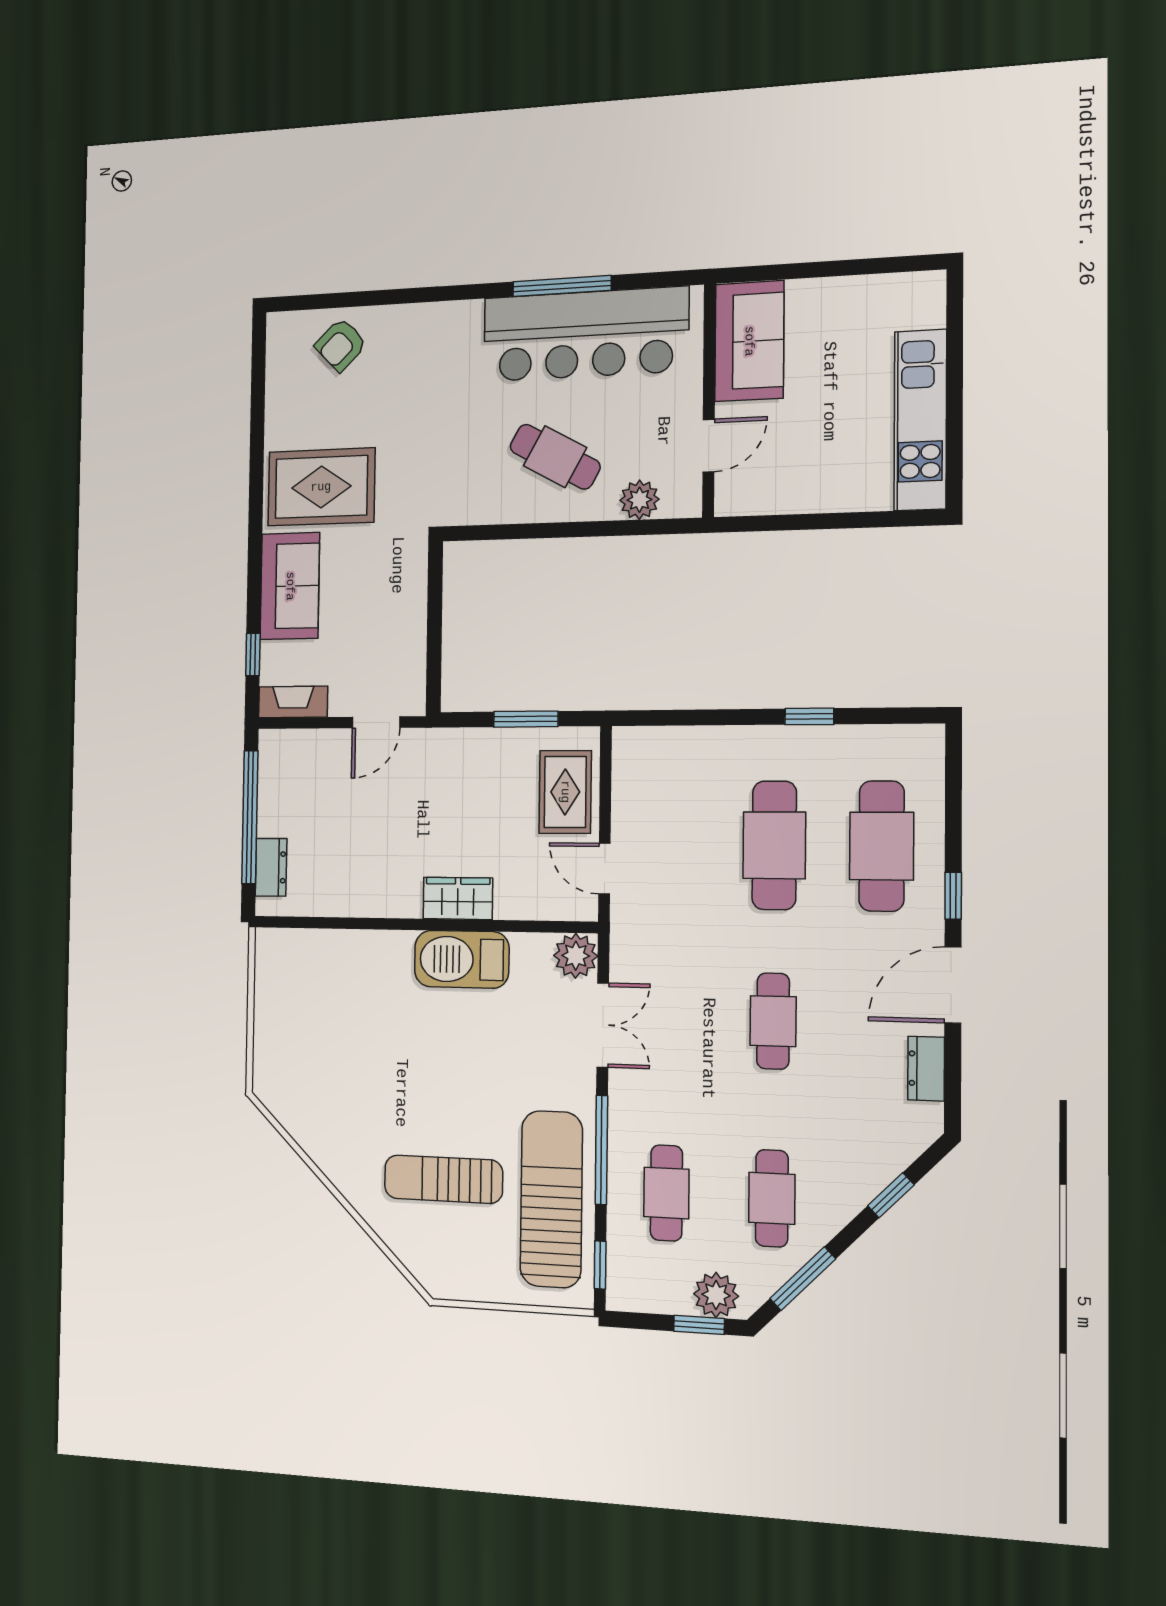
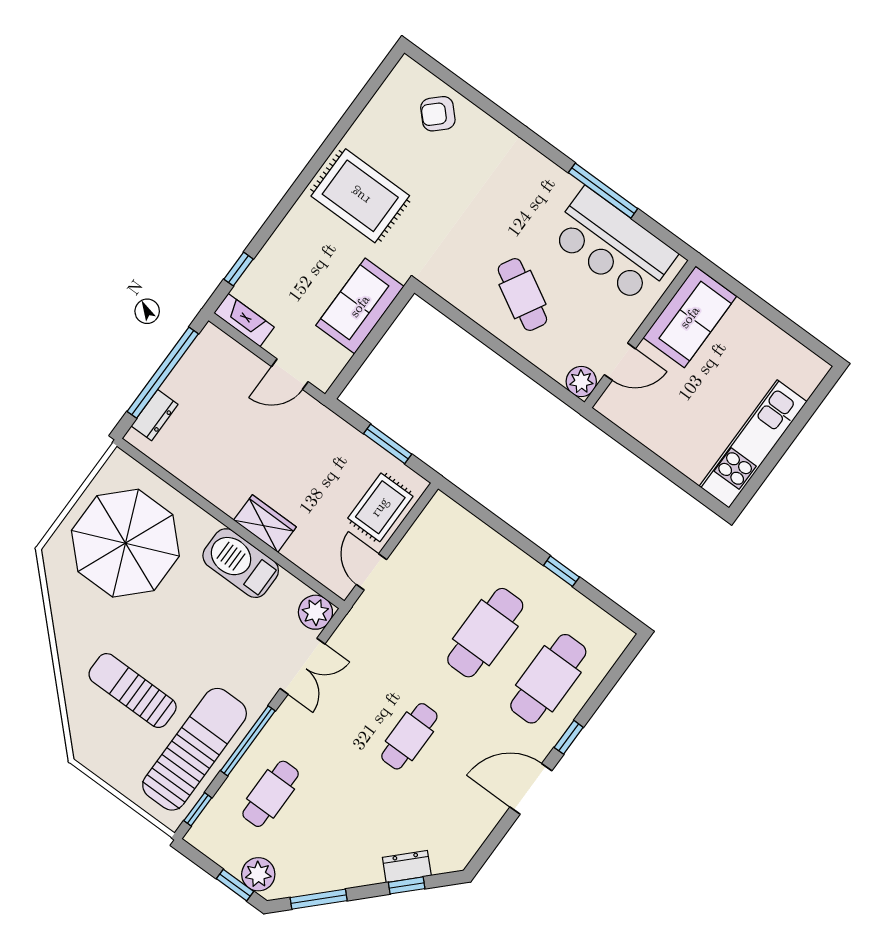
bar counter: (585, 334) -> (613, 245), width x0.73
plant: (639, 500) -> (581, 382), moved
sofa: (290, 586) -> (360, 306), moved, turned 180
parasol: (331, 1024) -> (125, 543), added
dresser: (926, 1069) -> (407, 866), moved, turned 45
cafe table: (772, 1198) -> (334, 840), removed

